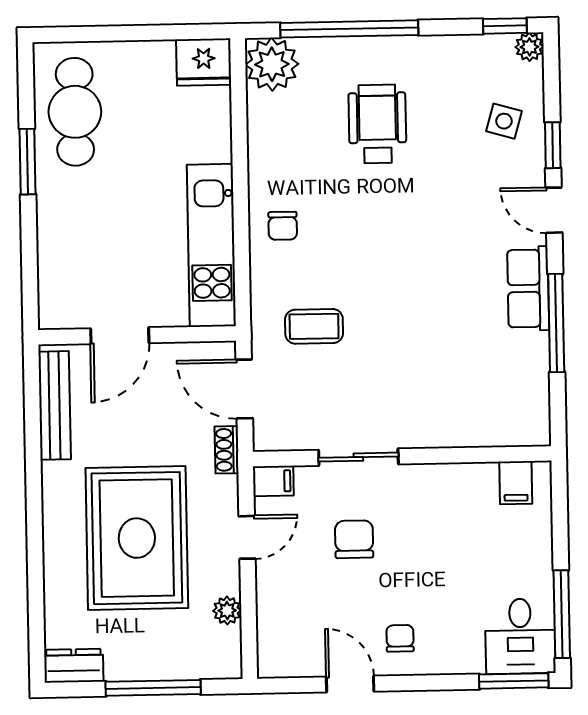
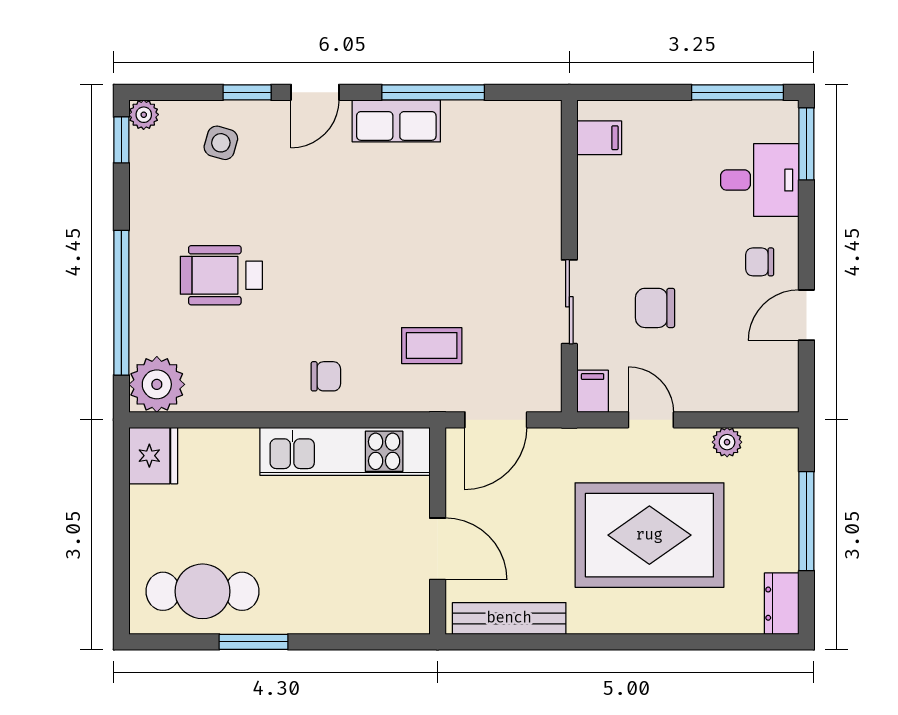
coffee table: (314, 326) -> (432, 346), turned 90
shoe rack: (227, 450) -> (559, 439), removed
desk: (520, 636) -> (760, 180), moved

